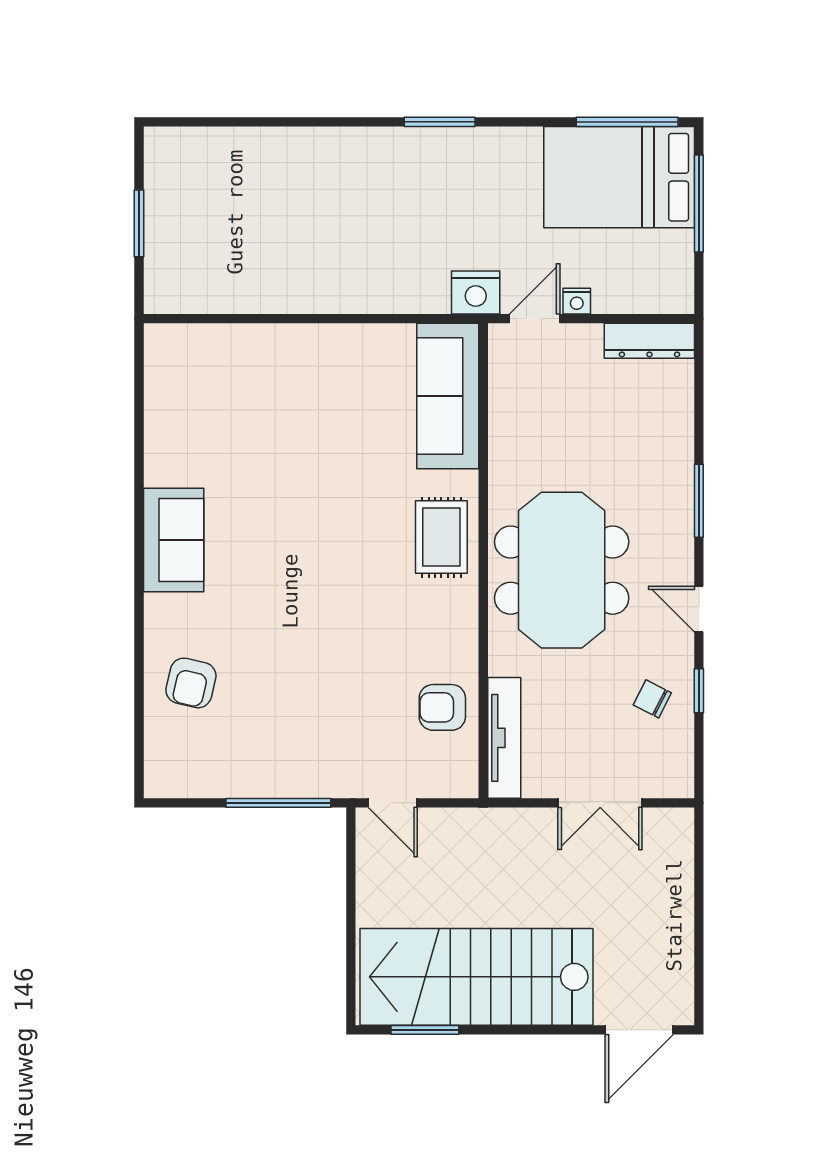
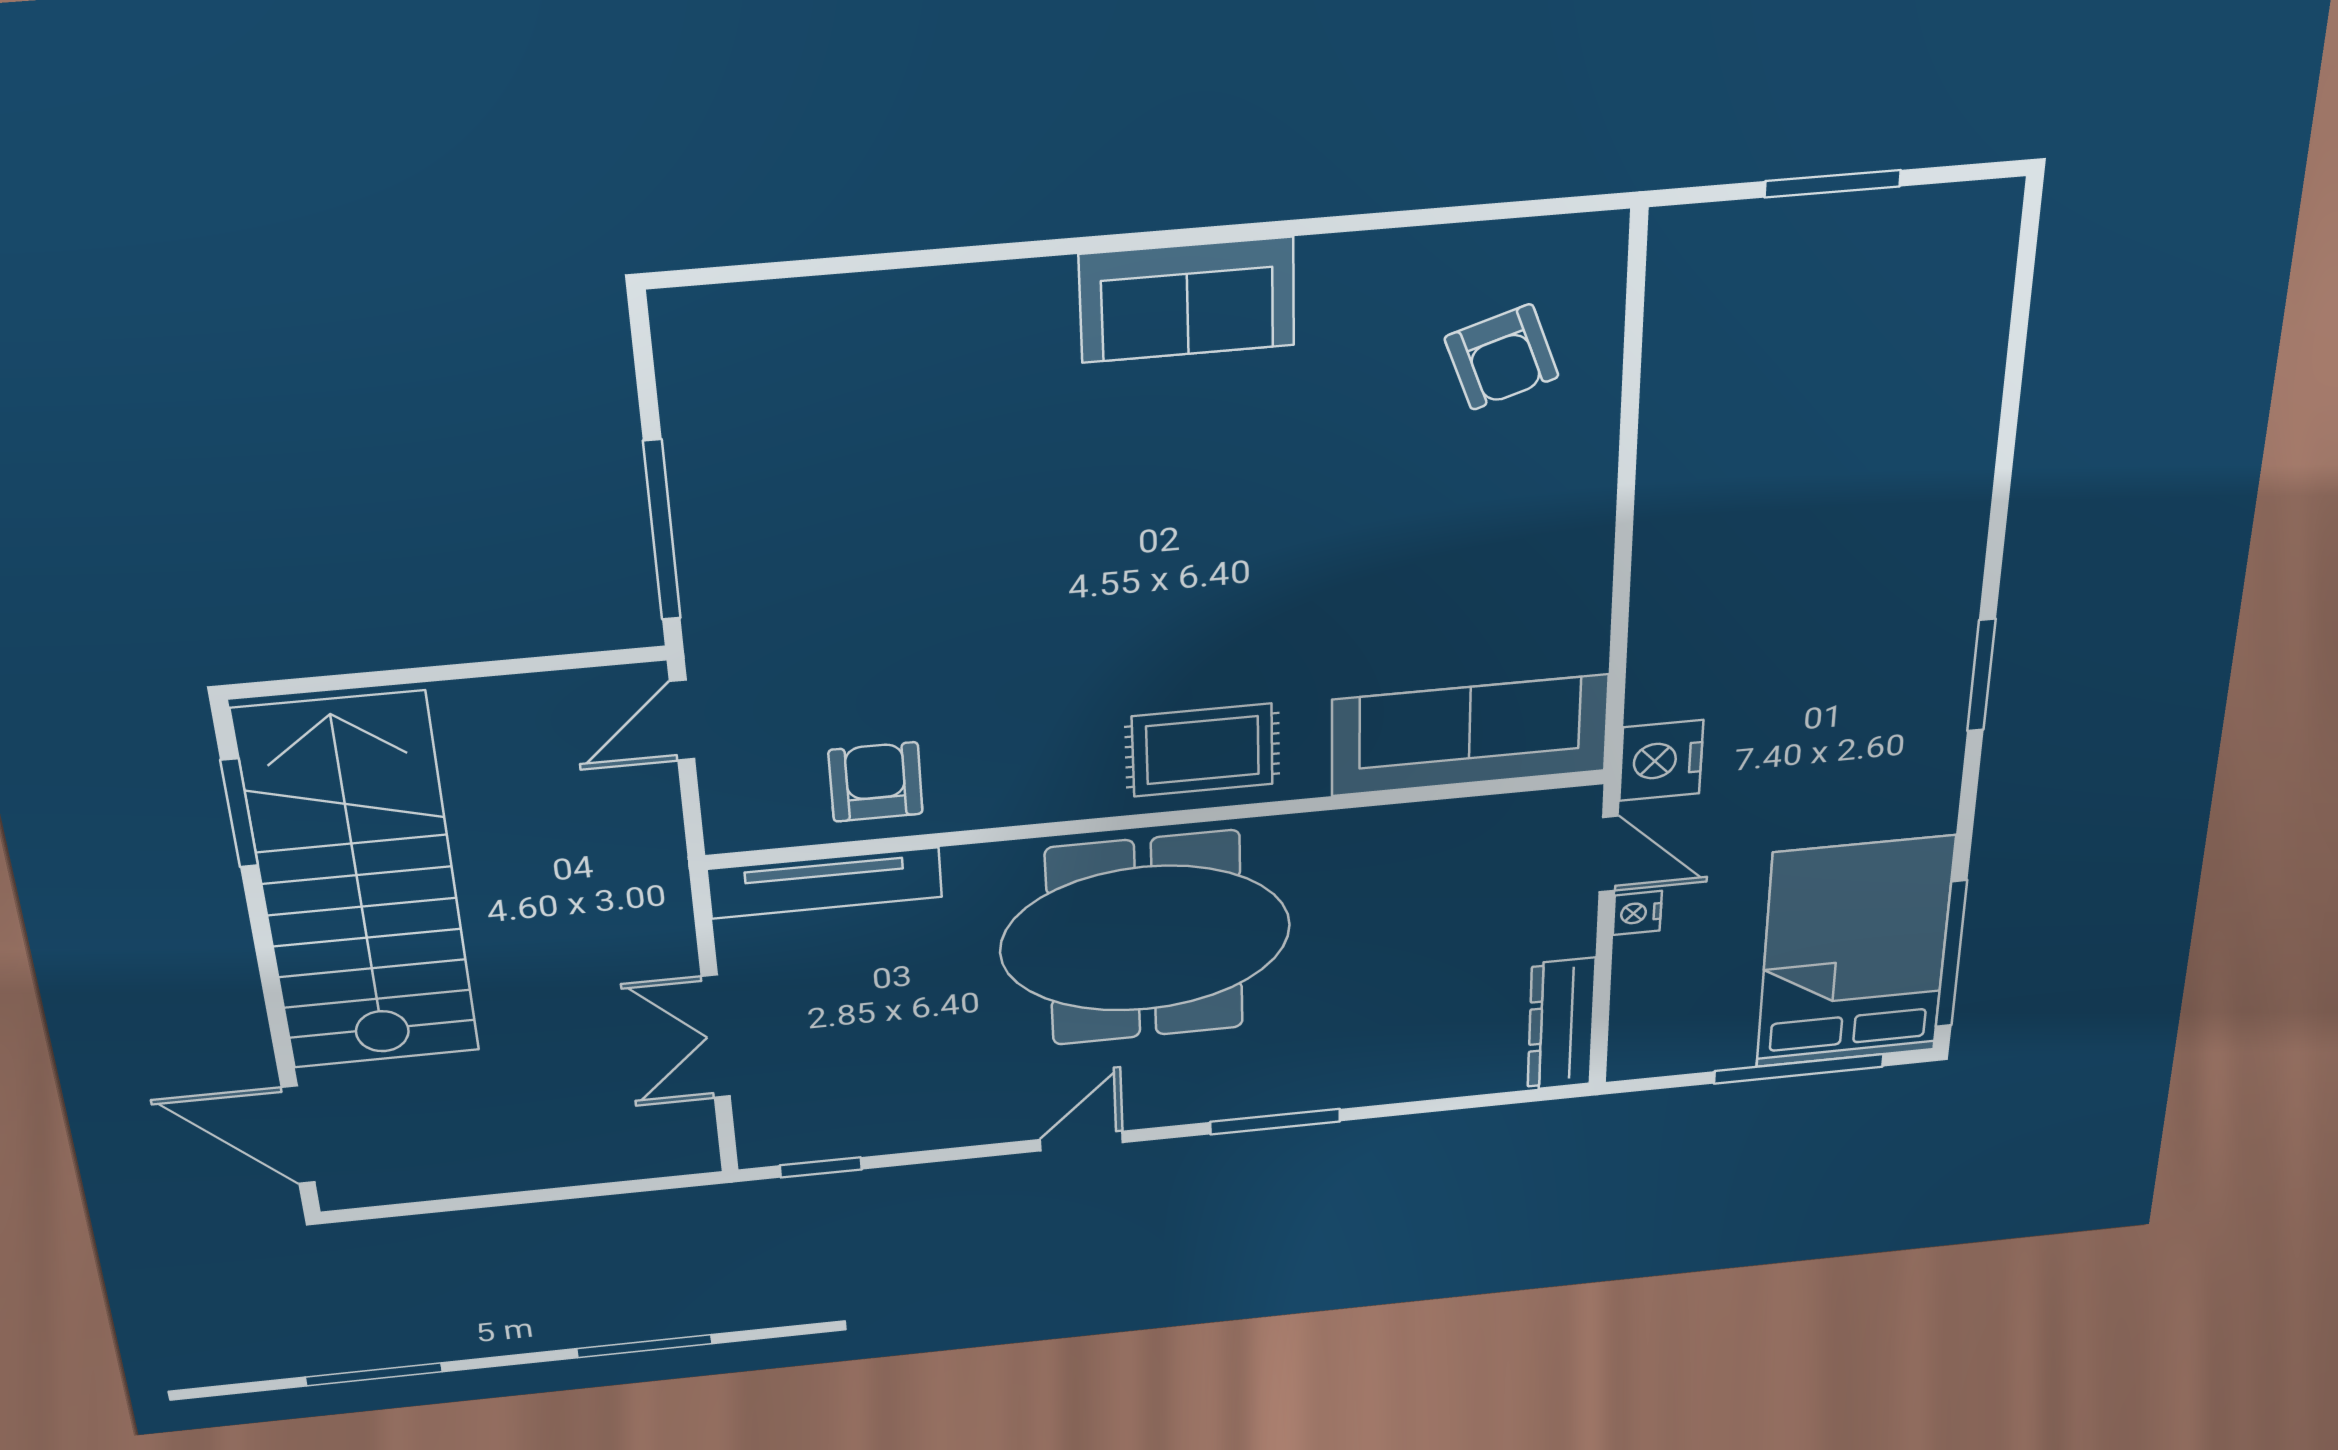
armchair: (191, 683) -> (1502, 357), moved, turned -122
window: (699, 691) -> (821, 1167), moved
chair: (652, 699) -> (915, 1092), removed

